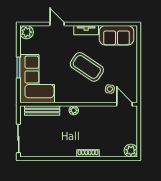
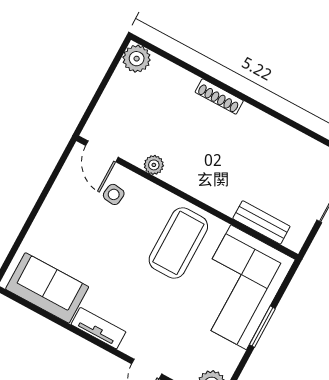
coffee table: (87, 67) -> (178, 243), moved, turned 56
plant: (74, 110) -> (154, 165), moved
bench: (42, 111) -> (261, 222), width x0.73

